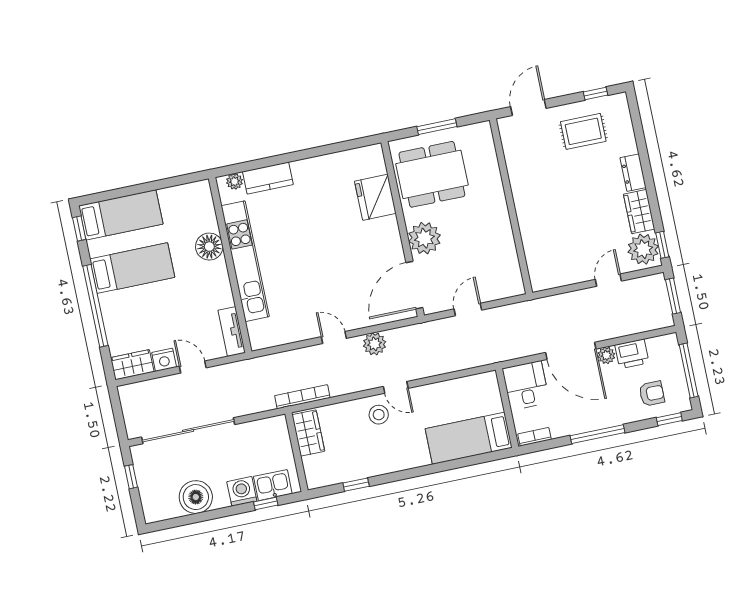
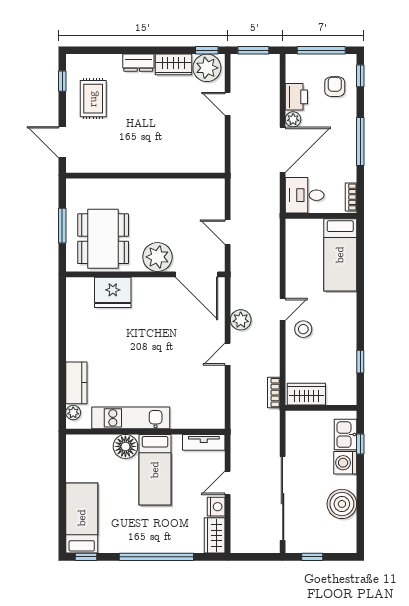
kitchen unit: (245, 261) -> (131, 418), width x0.73
bed: (132, 268) -> (155, 470), moved, turned 180
bookcase: (302, 397) -> (274, 393), width x0.64

